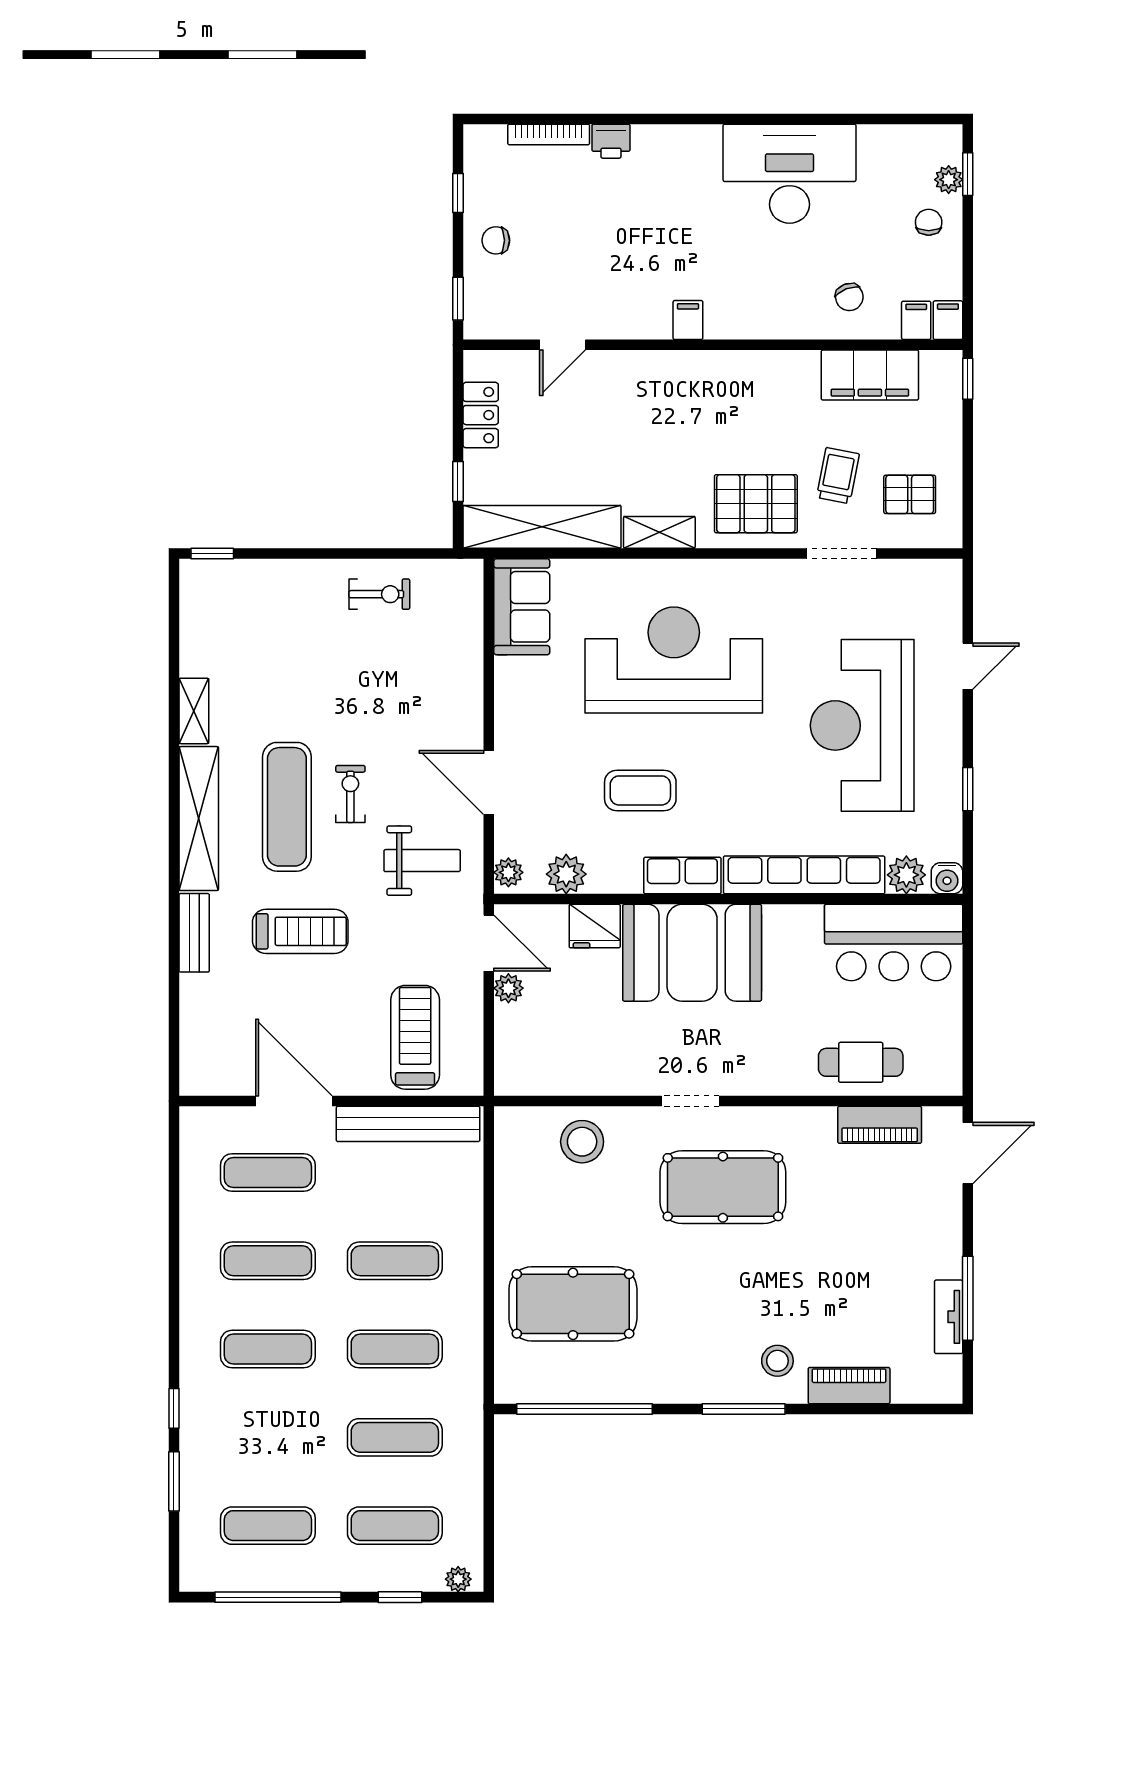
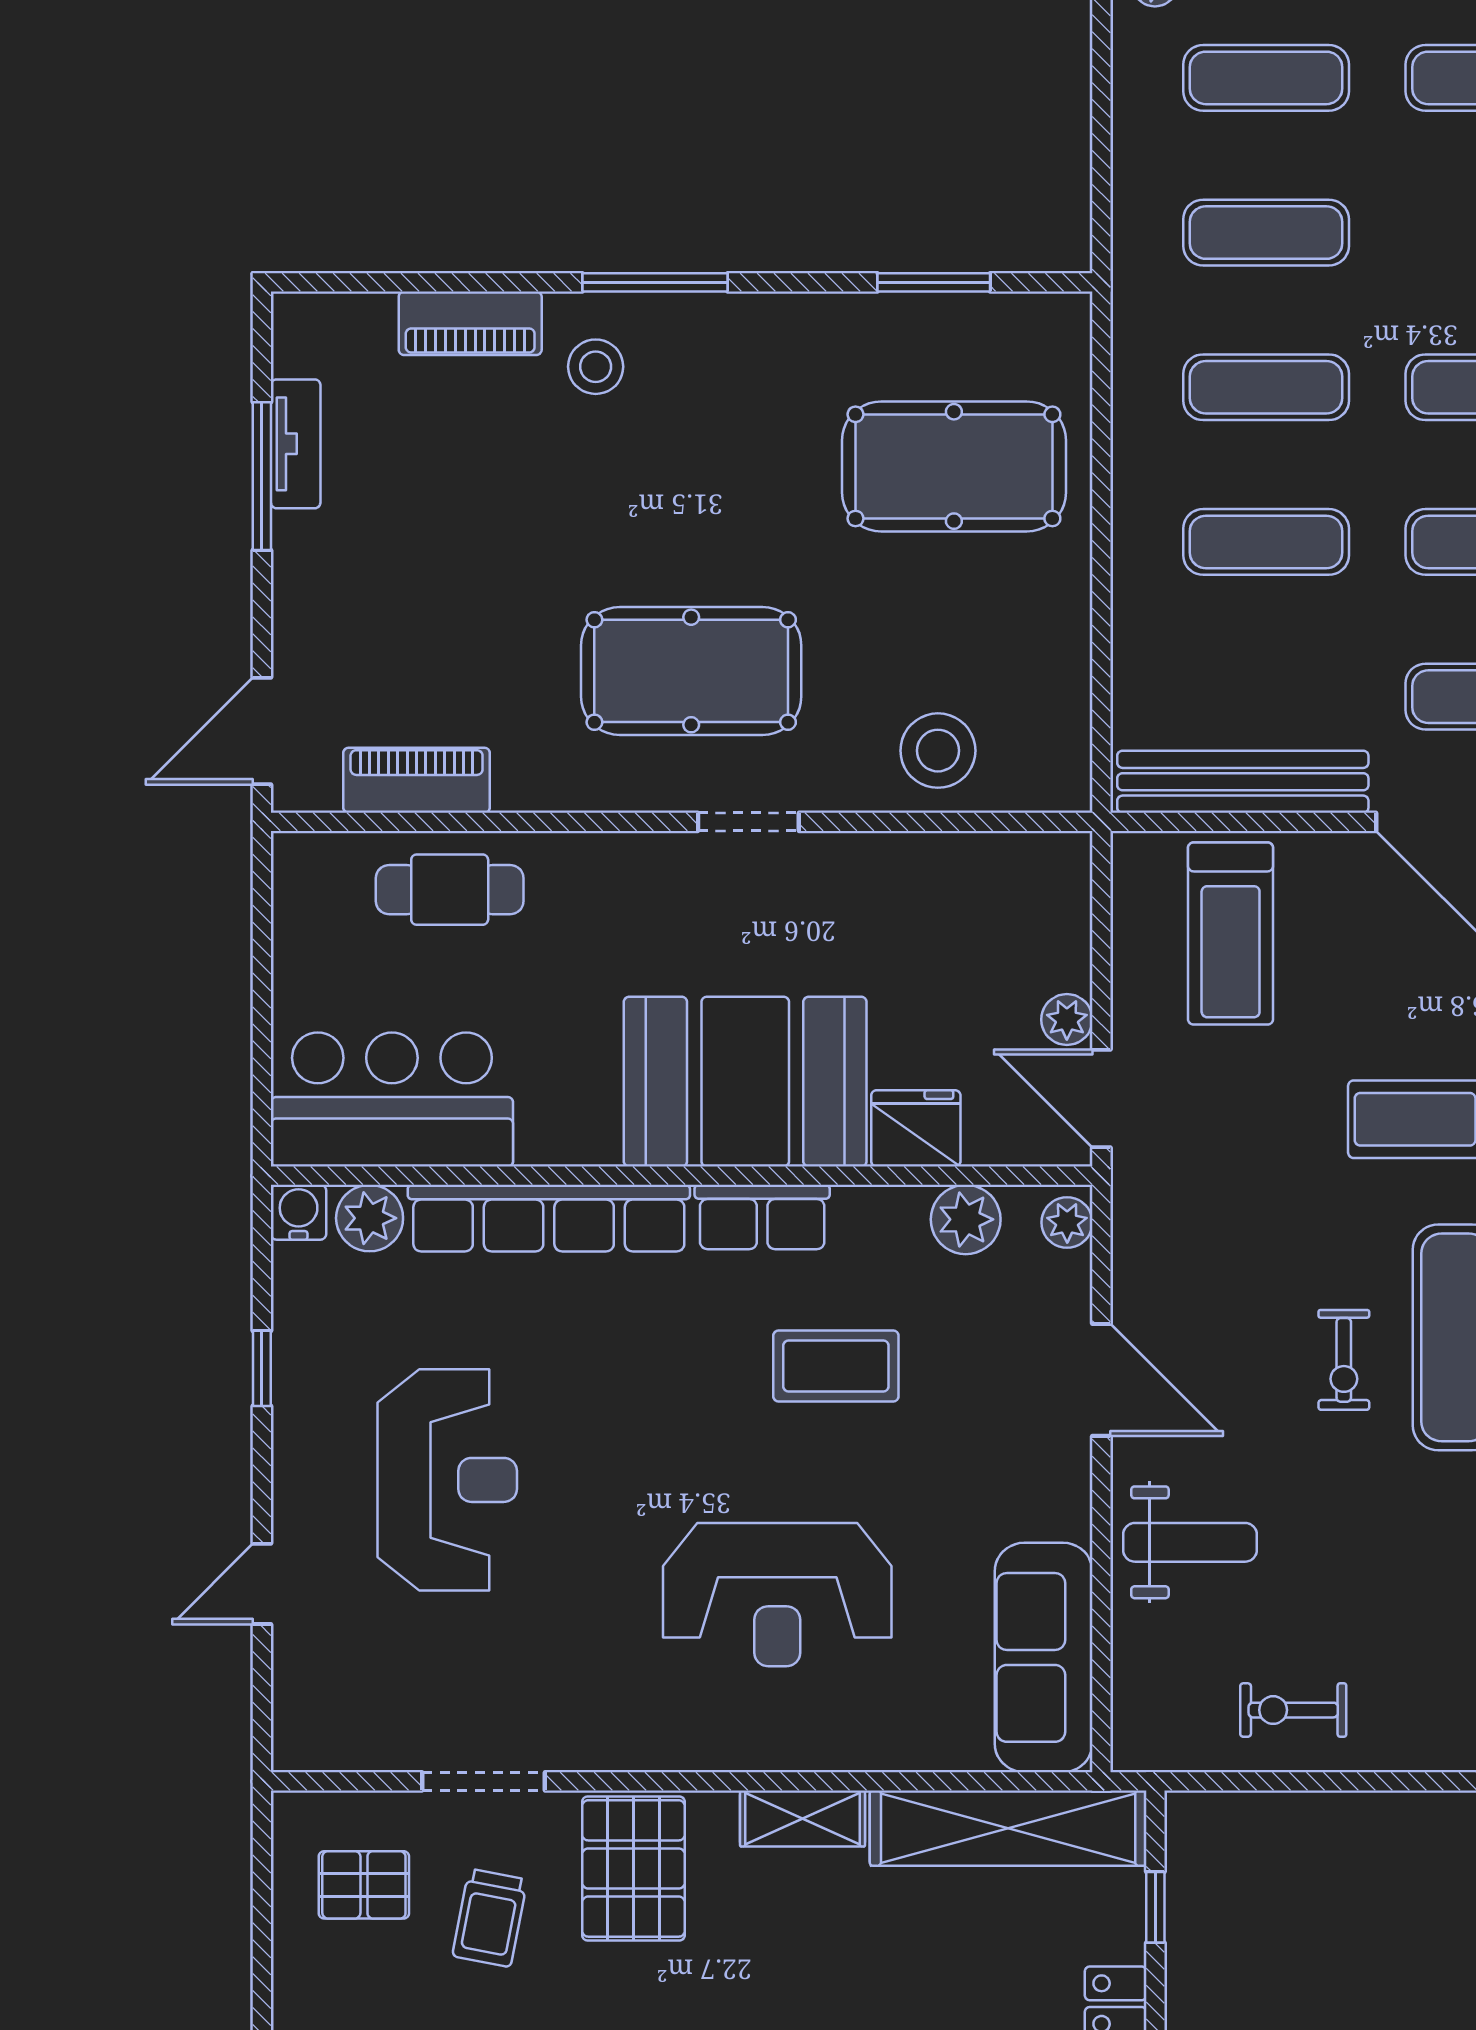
pallet: (756, 504) -> (633, 1868), turned 90
sofa: (522, 607) -> (1044, 1657), width x1.36
reception desk: (674, 660) -> (777, 1595), width x0.74, depth x0.77
reception desk: (862, 725) -> (447, 1480), width x0.74, depth x0.77
weight bench: (422, 861) -> (1190, 1542), moved, turned 180
window: (585, 1409) -> (934, 282), width x0.47

